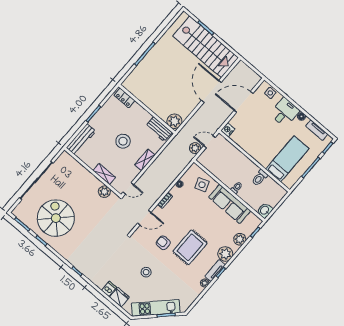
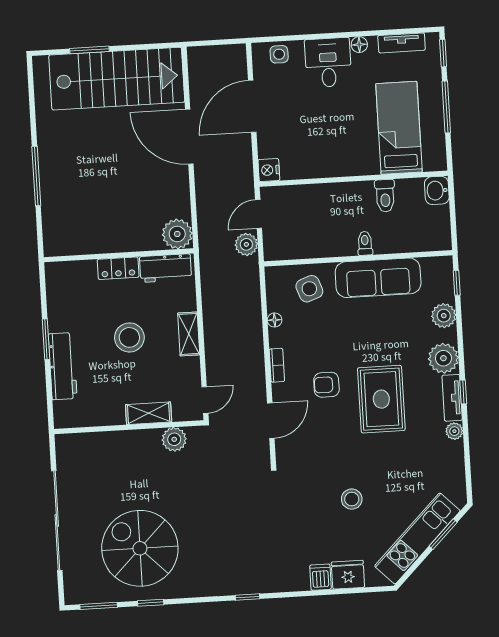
locker: (124, 98) -> (118, 268), moved
workbench: (81, 139) -> (63, 366), moved
washbasin: (265, 210) -> (437, 190), moved
armchair: (163, 243) -> (326, 385), moved

